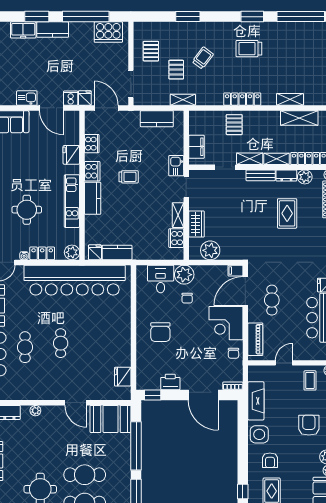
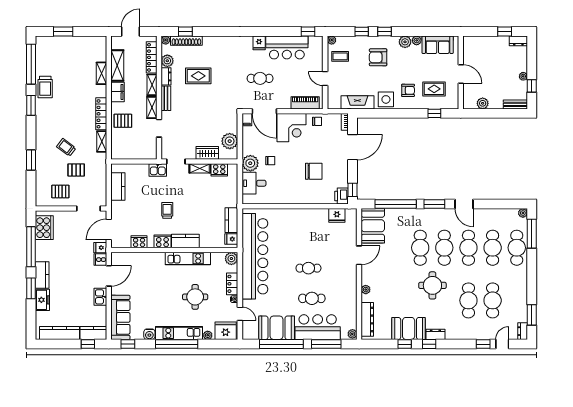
trolley: (249, 49) -> (45, 87), moved
shelving: (183, 100) -> (102, 141), moved
filing cabinet: (196, 147) -> (117, 92), moved, turned 90
fridge: (71, 155) -> (149, 259), removed
cafe table: (272, 300) -> (260, 78), moved
chair: (160, 332) -> (314, 171), moved
printer: (170, 382) -> (341, 196), moved

